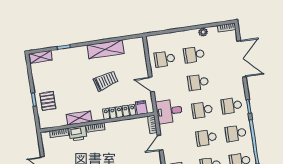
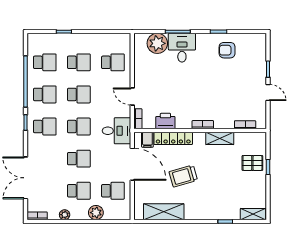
plant: (176, 38) -> (96, 213), added
shelving: (106, 49) -> (164, 212), moved
door: (151, 84) -> (132, 164), width x1.87
pallet: (48, 101) -> (252, 163), turned 90
printer: (78, 133) -> (165, 121), moved
door: (160, 143) -> (132, 96), swing flipped

